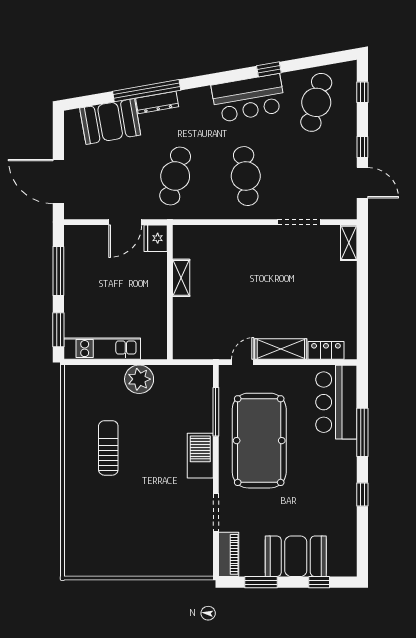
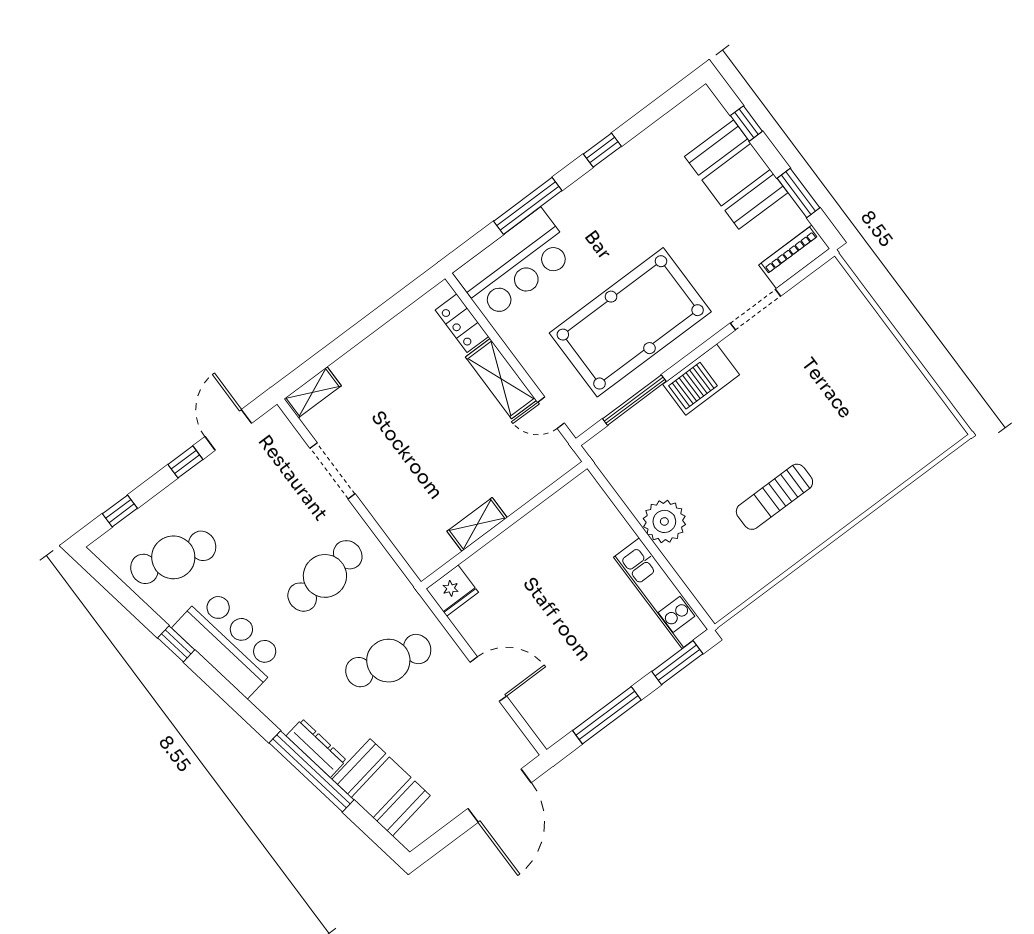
fridge: (156, 238) -> (452, 591), moved
shelving: (181, 278) -> (477, 524), moved
wall: (170, 292) -> (504, 525), moved

